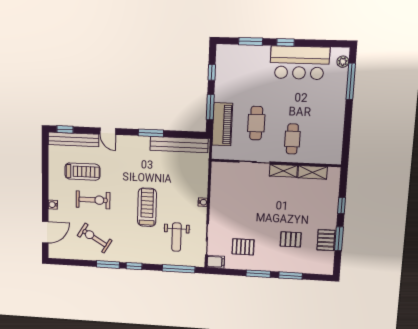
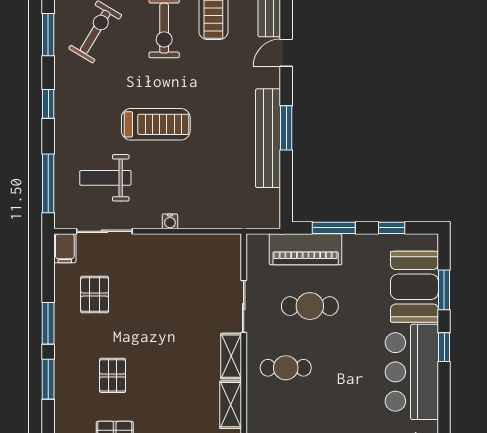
booth: (248, 60) -> (414, 287), added
bench: (179, 145) -> (268, 138), moved
window: (108, 265) -> (48, 35), moved

